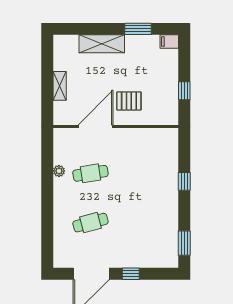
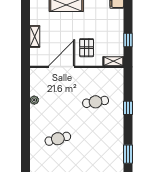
pallet: (129, 101) -> (87, 48), turned 90
shelving: (165, 119) -> (113, 61), added
cafe table: (90, 173) -> (96, 102), moved

